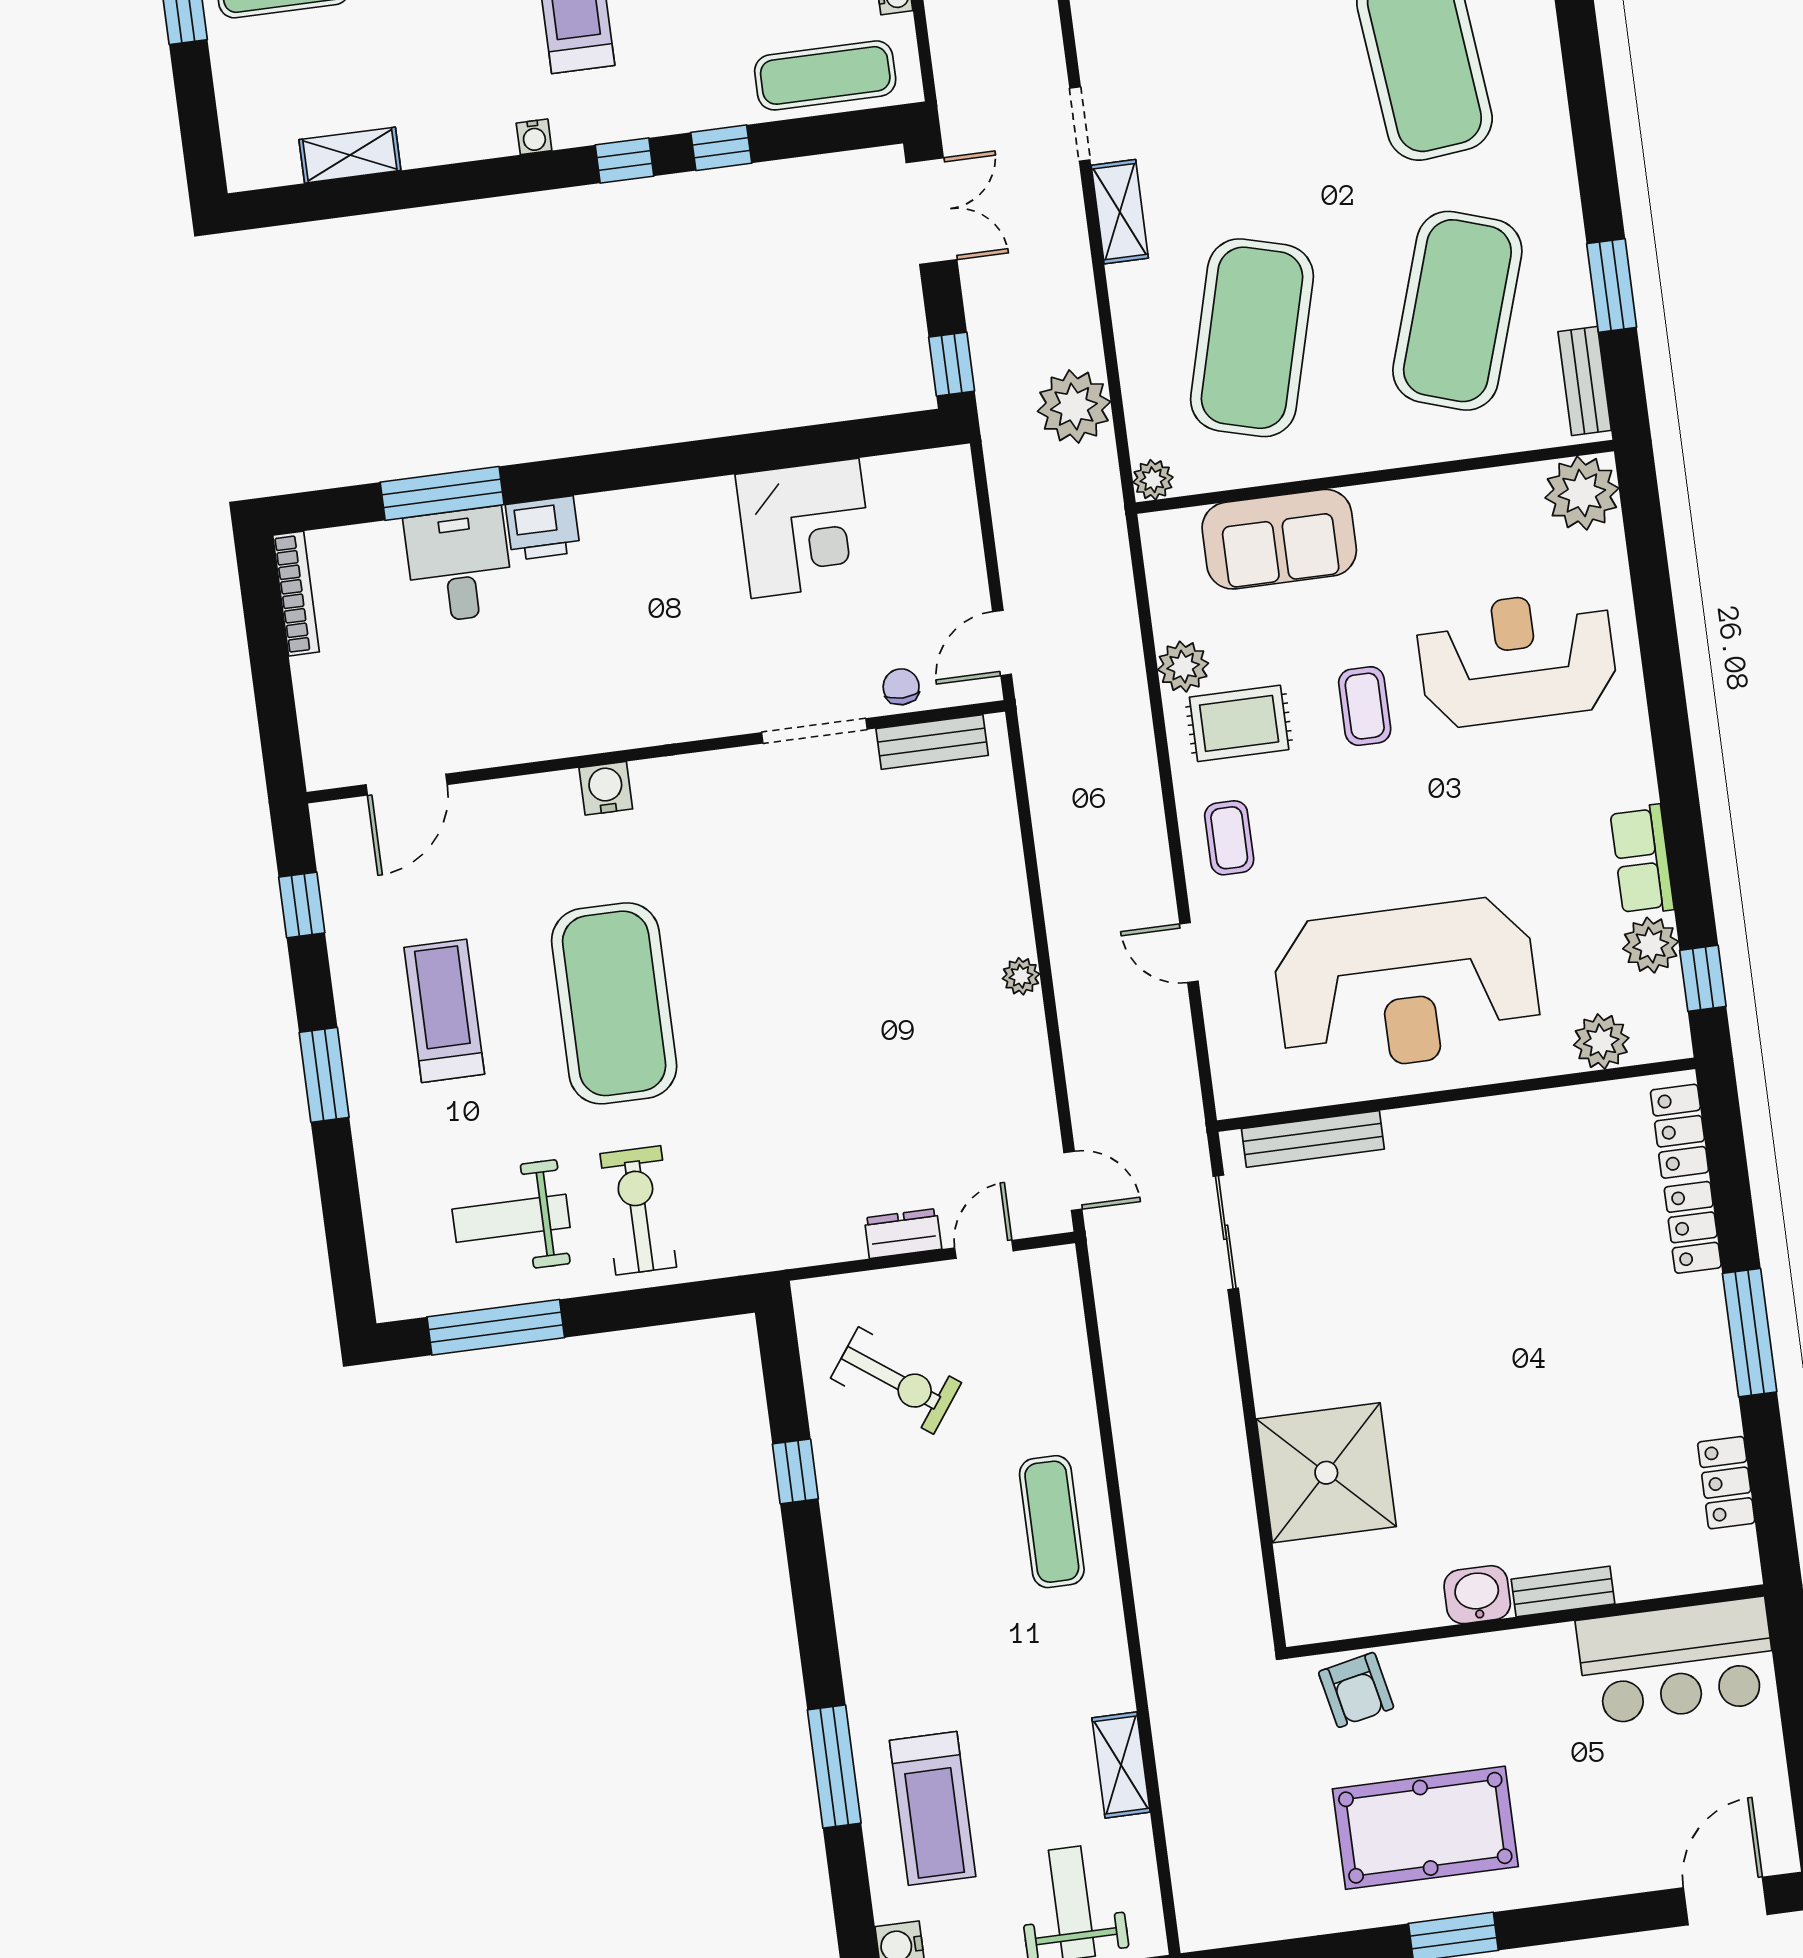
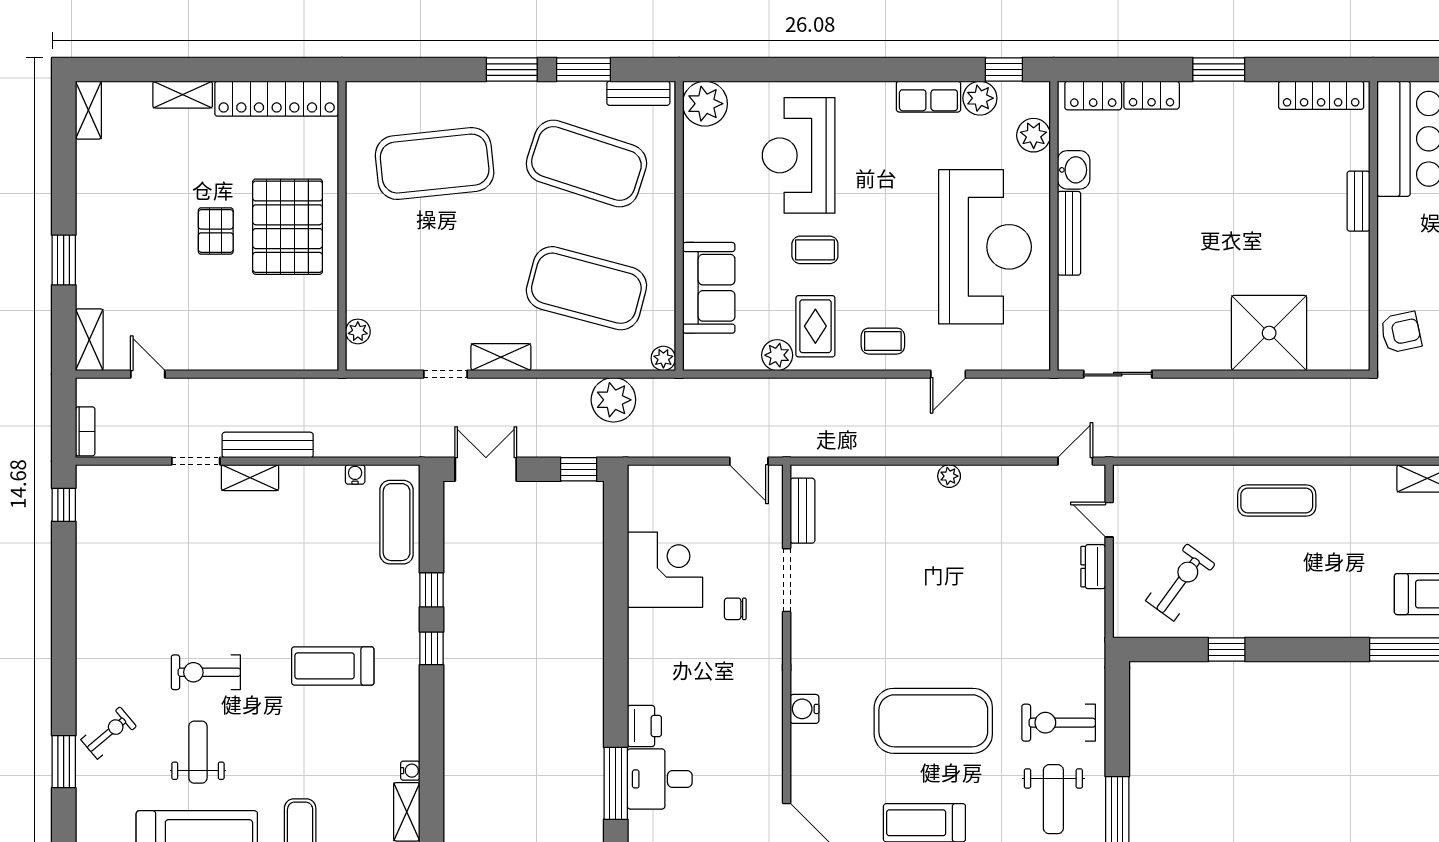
water cooler: (534, 137) -> (410, 771), moved
window: (1596, 167) -> (512, 70), added
chair: (901, 687) -> (735, 609), moved
bench: (1313, 1139) -> (1069, 233), moved
window: (1750, 1333) -> (1219, 70), width x0.69
locker: (1726, 1483) -> (1321, 95), width x1.53
washbasin: (1477, 1595) -> (1074, 170), moved, turned 180

